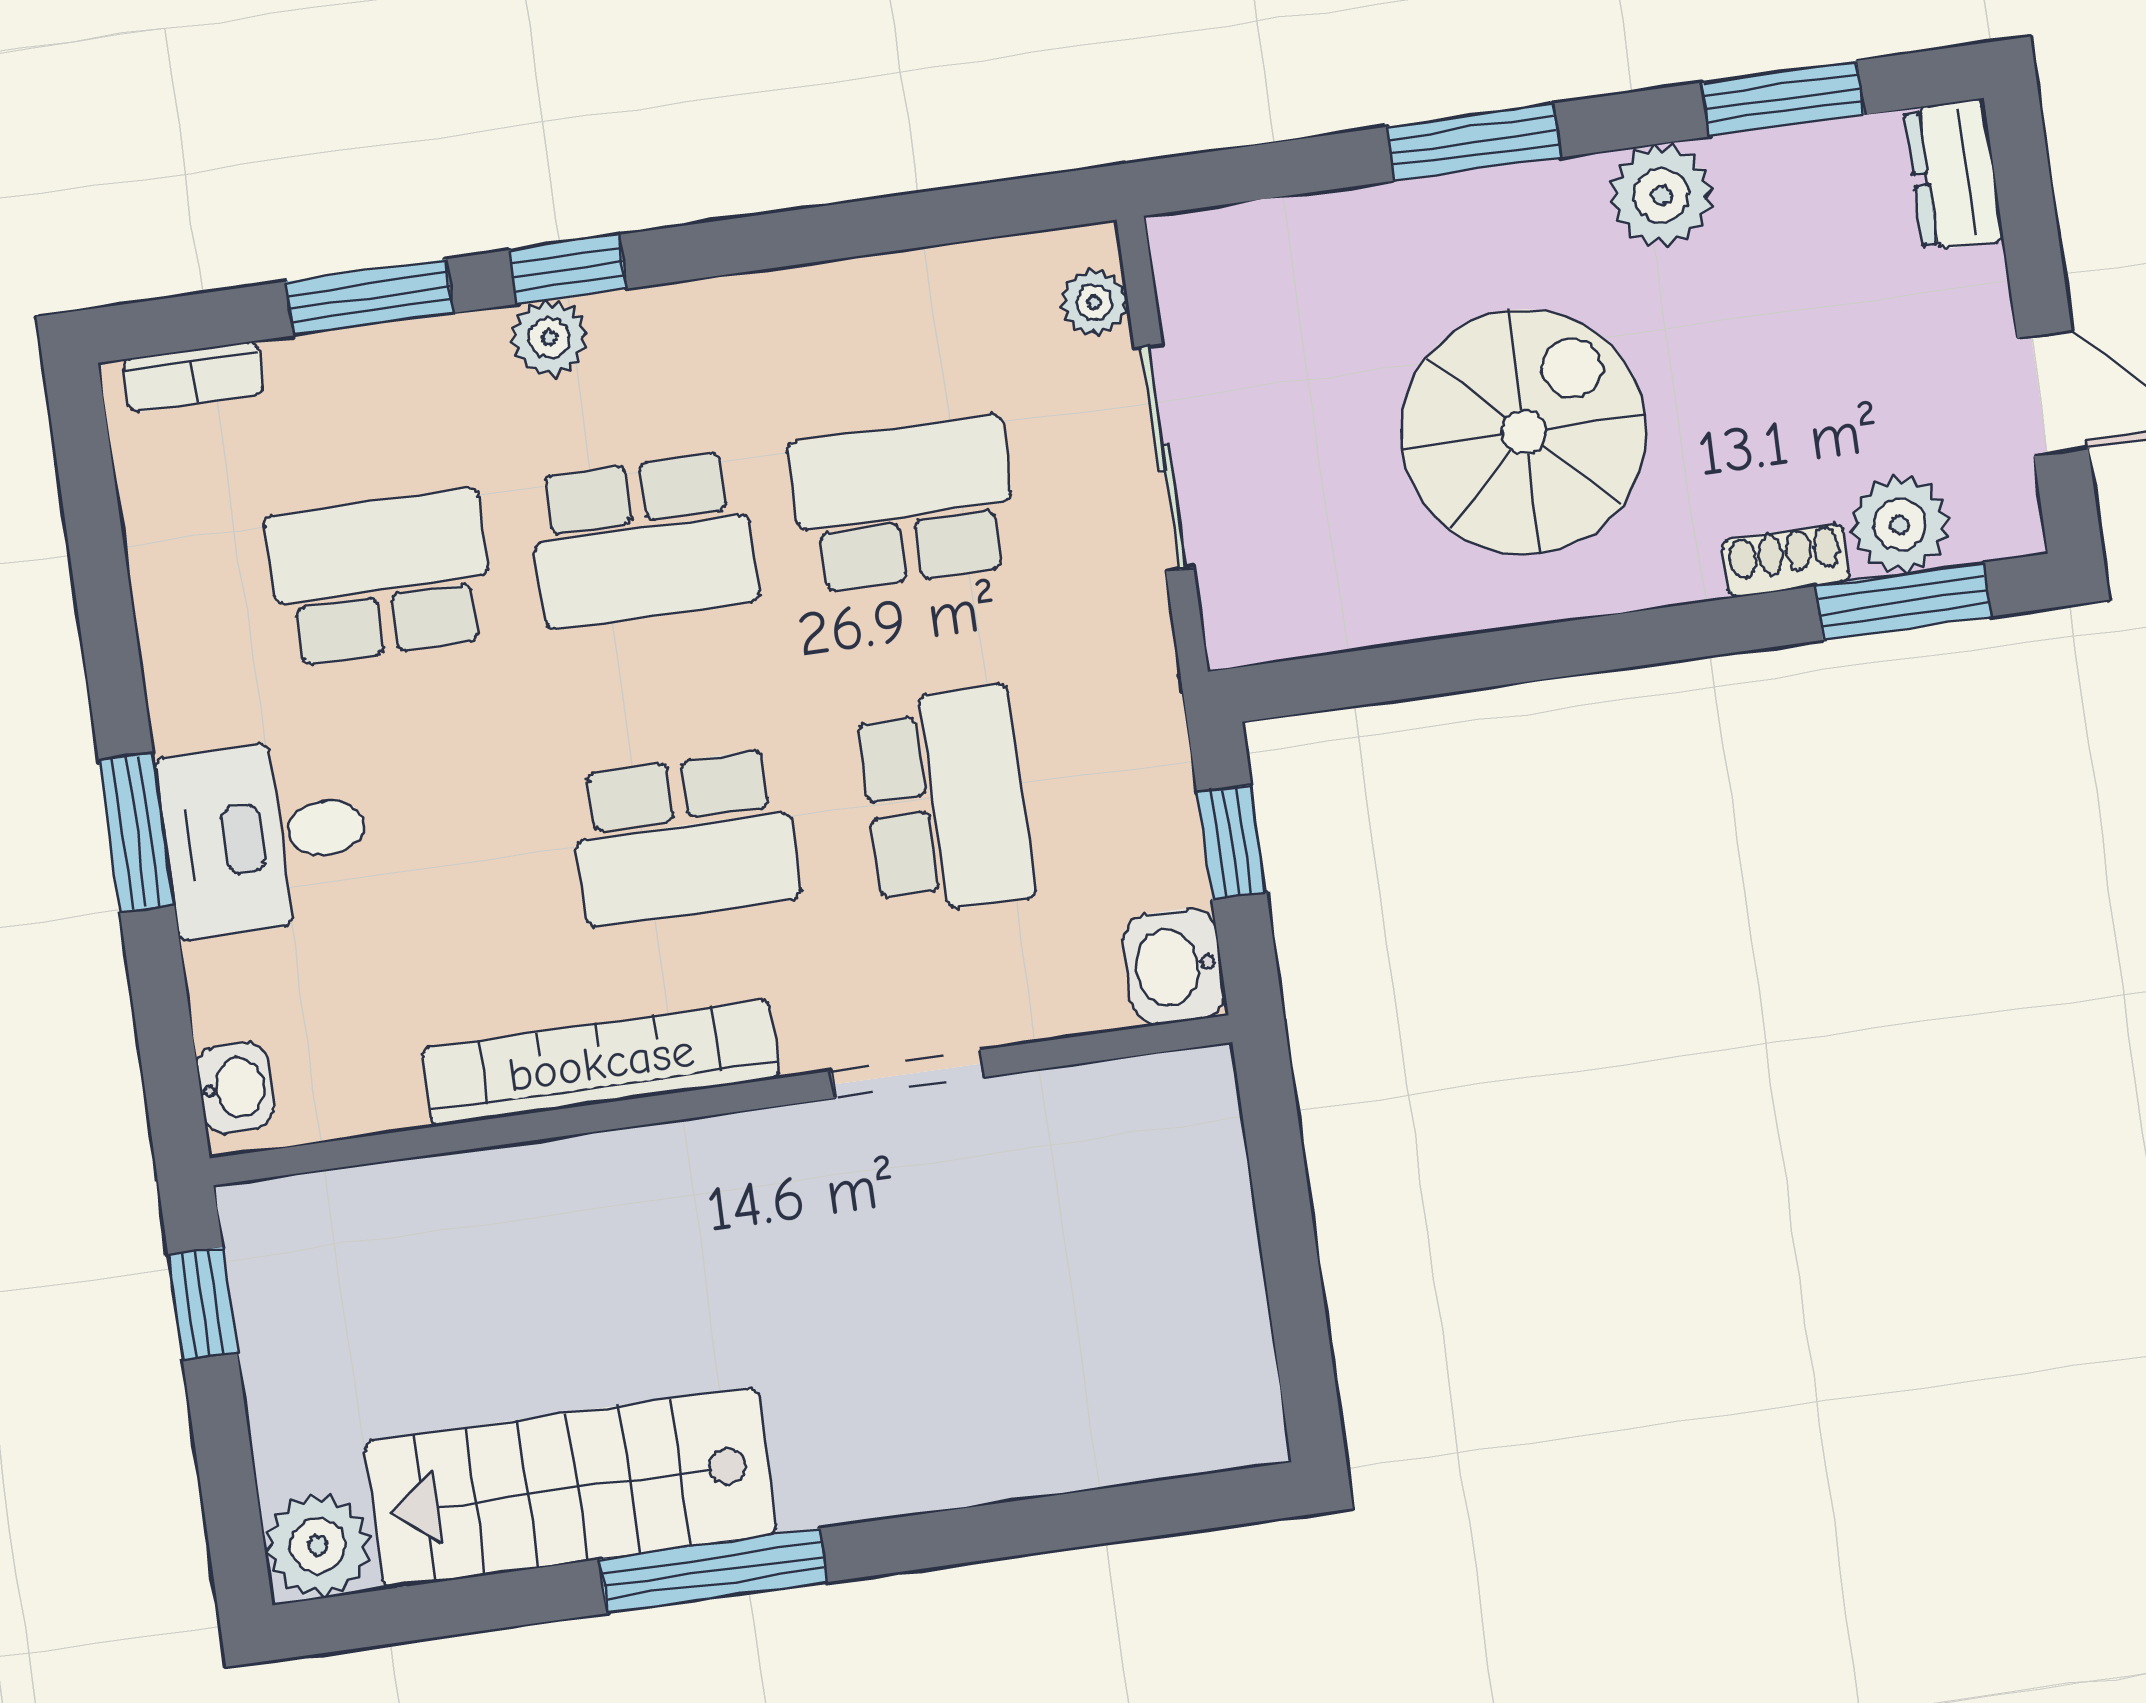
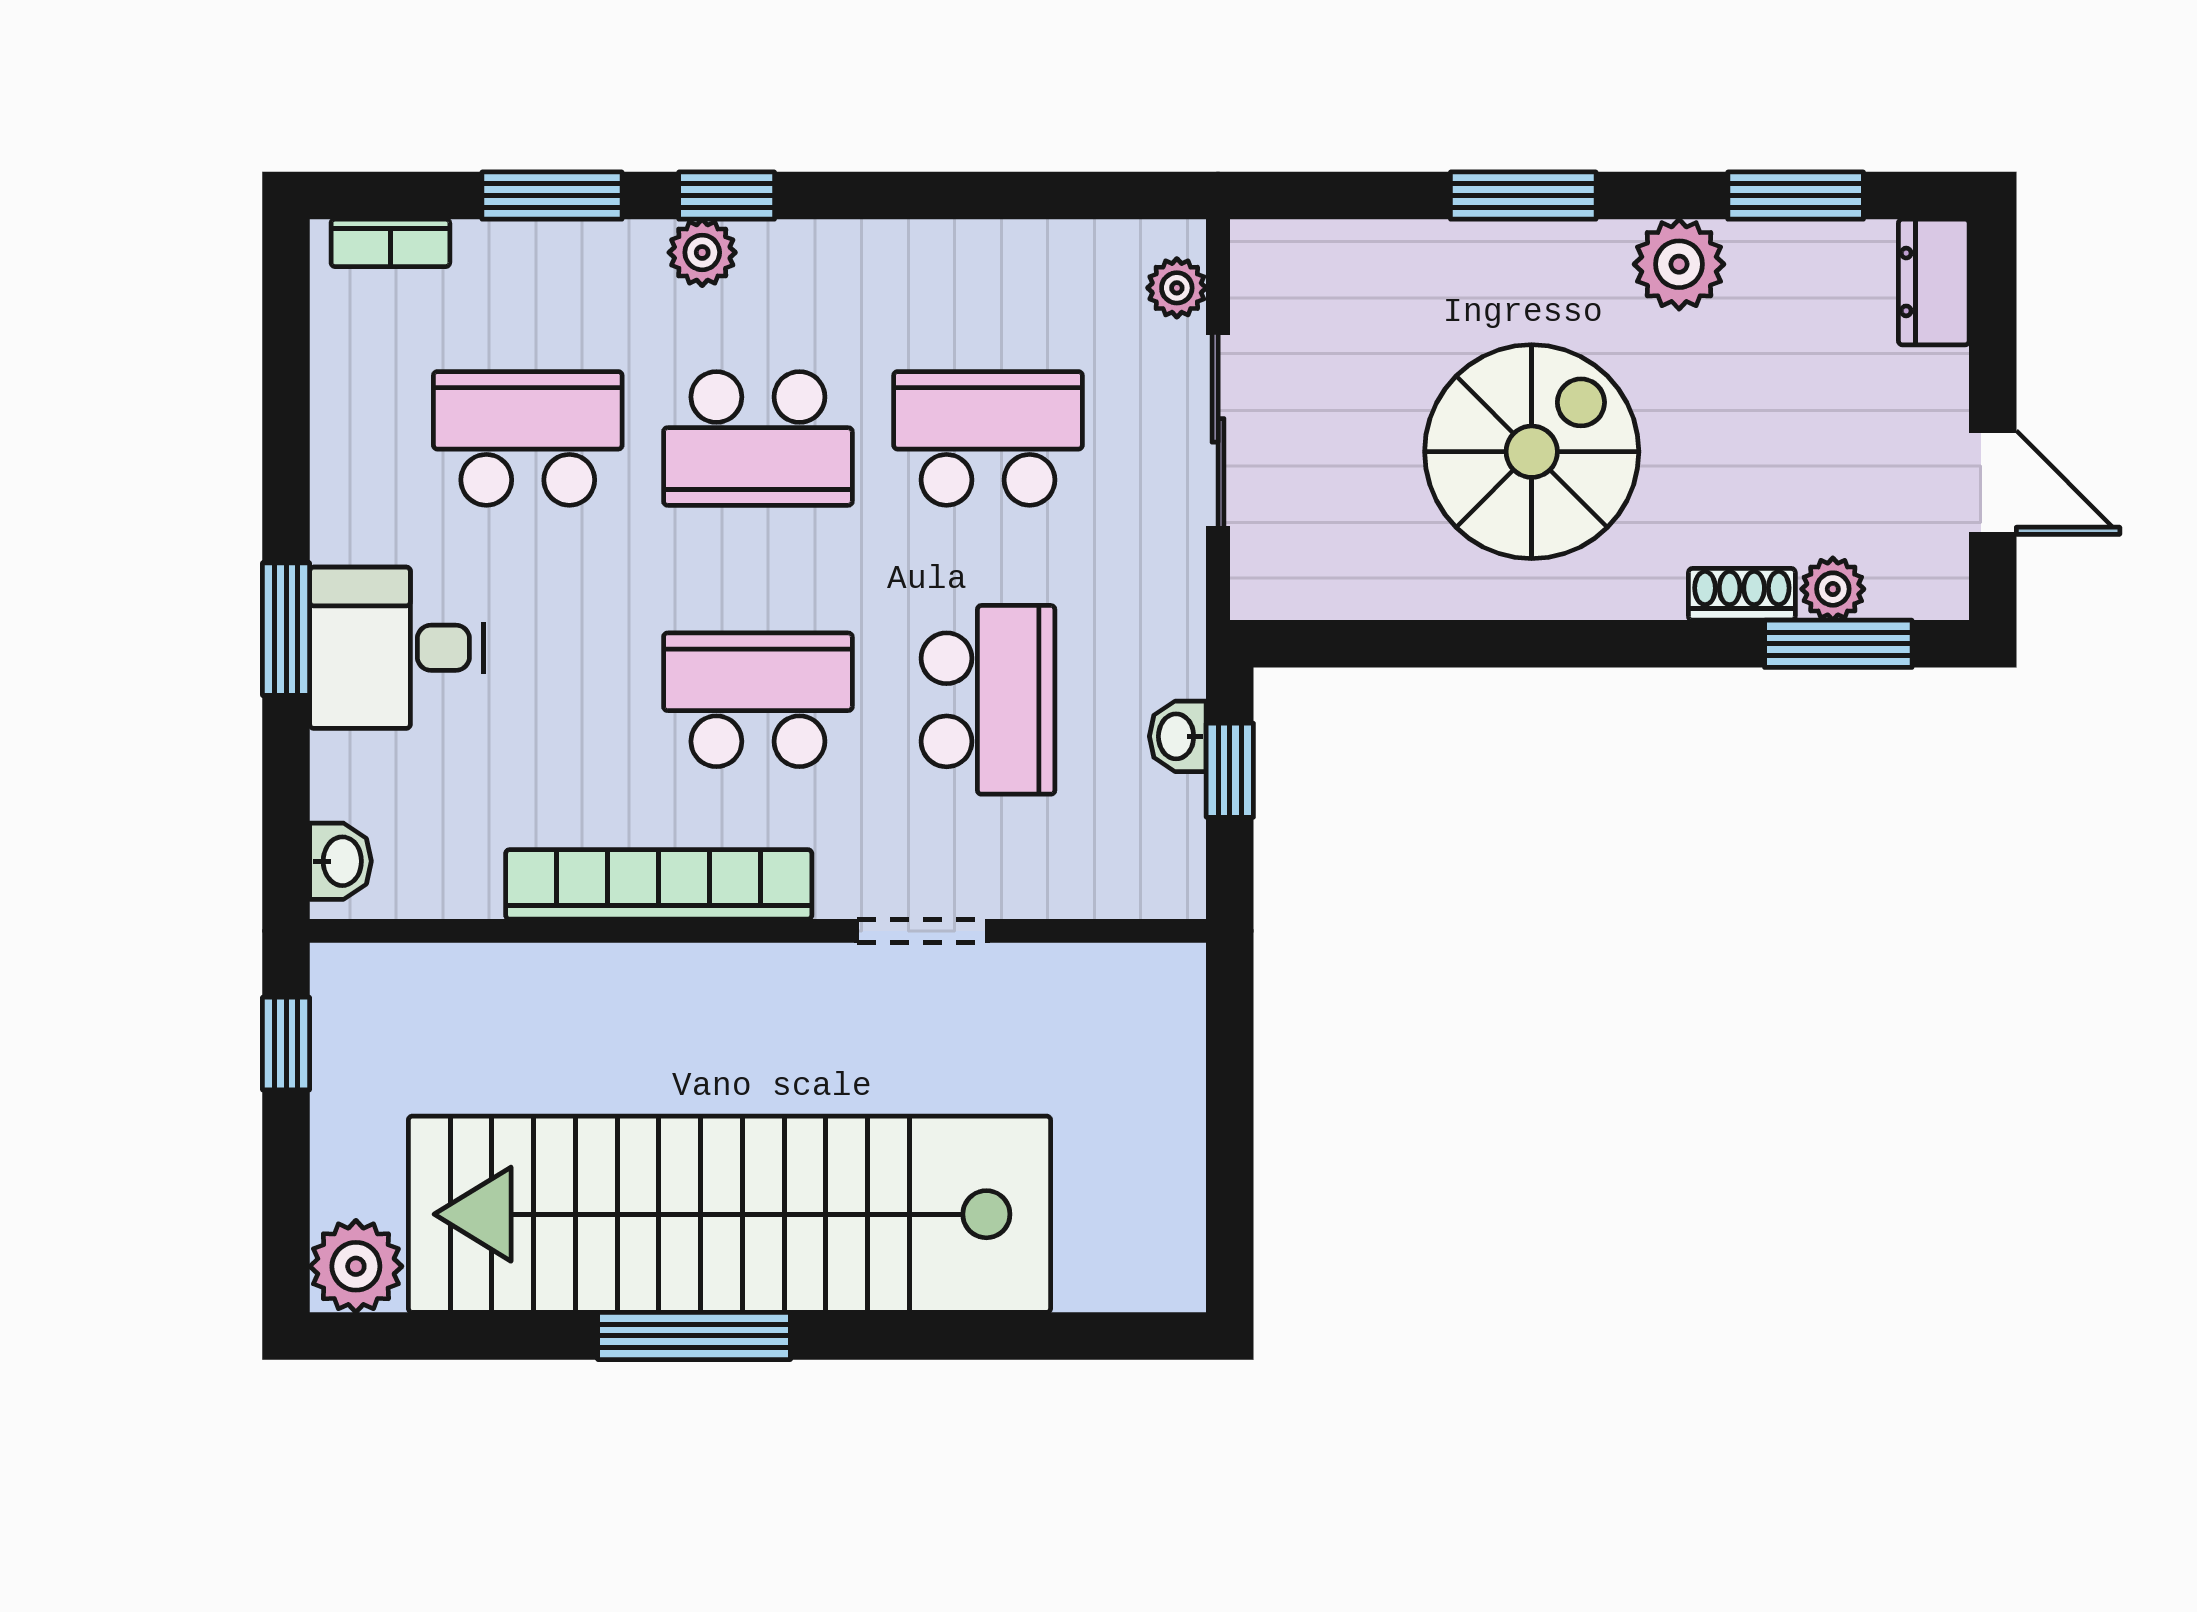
plant: (1900, 525) -> (1833, 589), width x0.73, depth x0.73
school desk: (684, 838) -> (758, 700), turned 180
washbasin: (1174, 966) -> (1178, 736), moved, width x0.72, depth x0.69
stairs: (570, 1488) -> (729, 1214), width x1.86, depth x1.51

